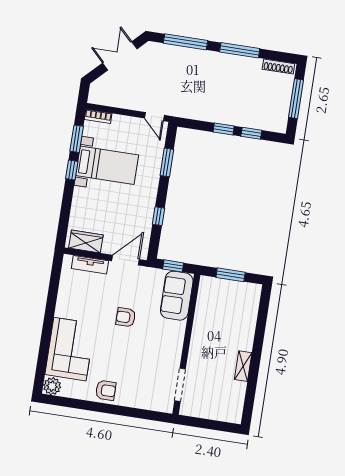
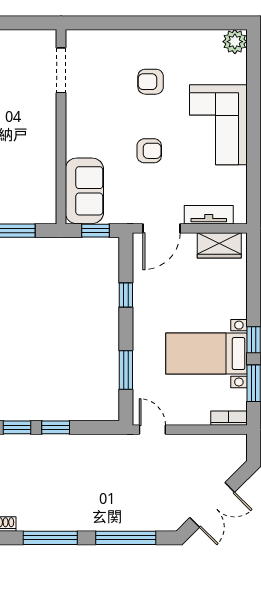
corner sofa: (70, 349) -> (218, 125), moved
armchair: (106, 390) -> (151, 82), moved

